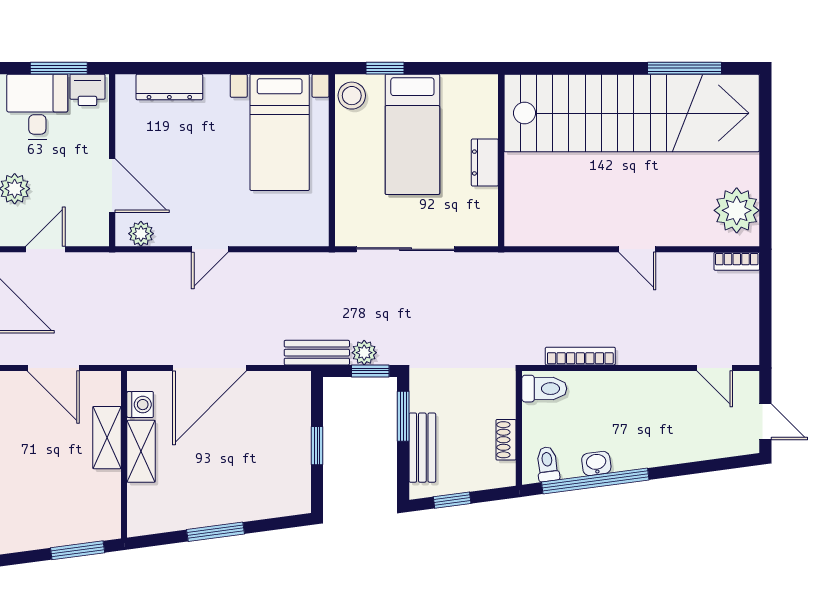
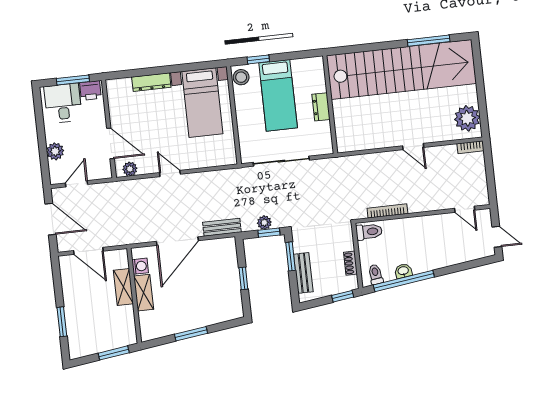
dresser: (169, 87) -> (151, 82), moved
door: (210, 249) -> (170, 173), swing flipped
bench: (317, 353) -> (222, 227), moved
window: (452, 500) -> (343, 296), moved

